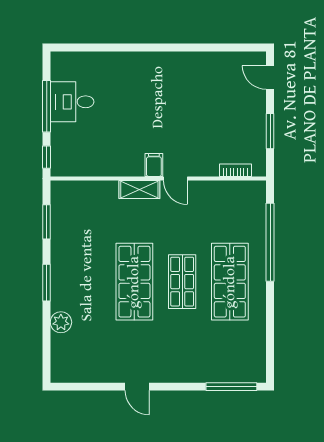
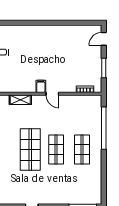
door: (270, 77) -> (104, 39), hinge flipped
shelving: (139, 190) -> (20, 100), moved
shop shelf: (230, 282) -> (82, 150), width x0.70, depth x0.74

